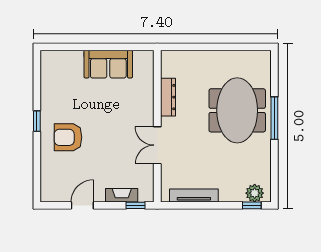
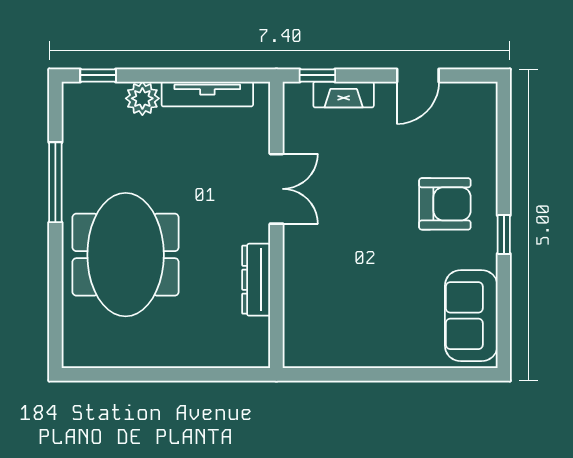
sofa: (108, 64) -> (471, 316), moved, turned -90
window: (274, 118) -> (55, 182), moved
plant: (255, 193) -> (142, 98), moved

